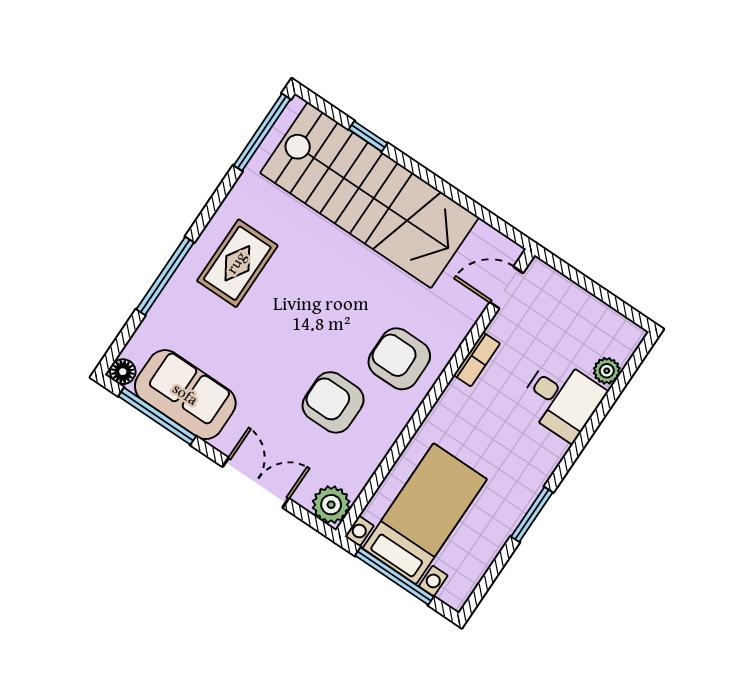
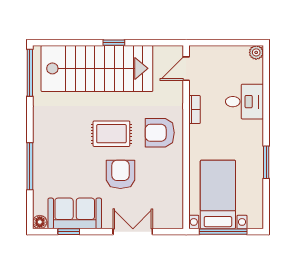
window: (368, 136) -> (114, 43), moved
rug: (237, 263) -> (111, 134), moved, turned 90
plant: (607, 371) -> (256, 52), moved
armchair: (333, 402) -> (120, 174), moved, turned 90
window: (157, 416) -> (69, 232), width x0.46
plant: (331, 505) -> (173, 219), removed

